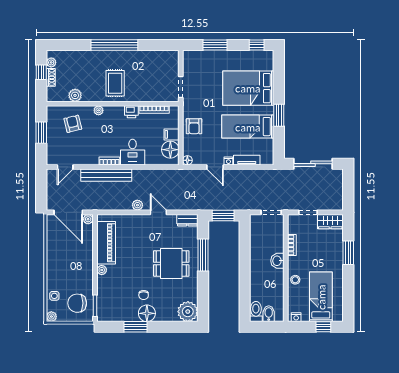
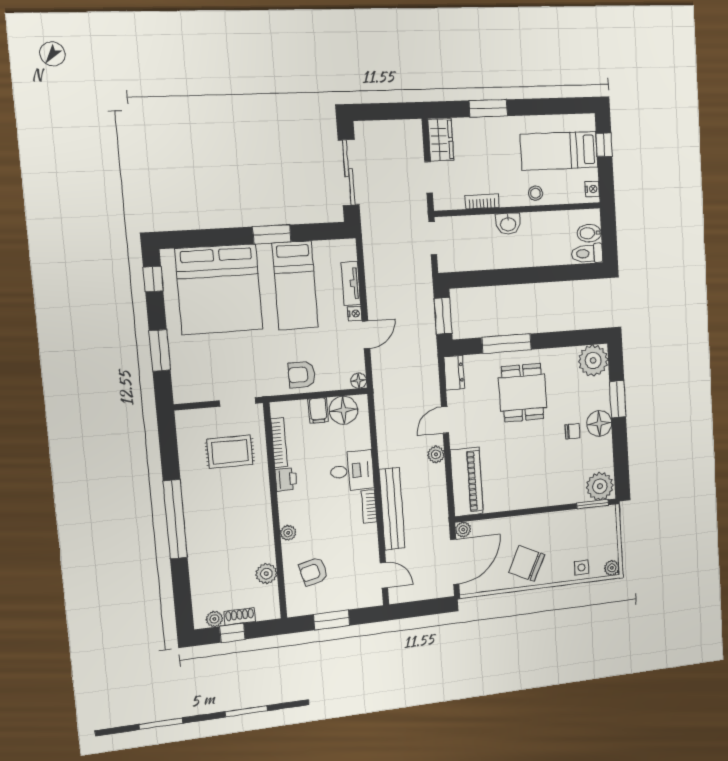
rug: (115, 83) -> (230, 452), moved
bed: (248, 88) -> (219, 289), width x1.36
armchair: (194, 126) -> (302, 375), turned 180
piano: (106, 243) -> (467, 482), moved, turned 90
plant: (102, 270) -> (600, 486), moved, width x1.88, depth x1.88
chair: (77, 303) -> (527, 564), moved, turned 116
window: (136, 327) -> (618, 399), moved

